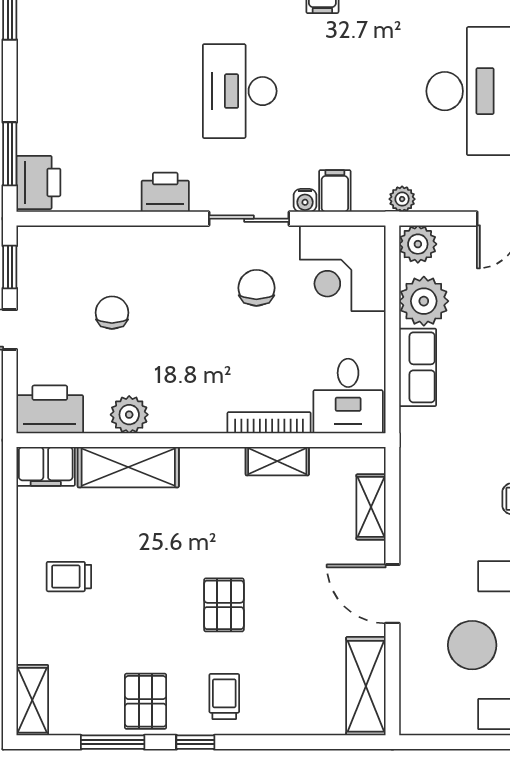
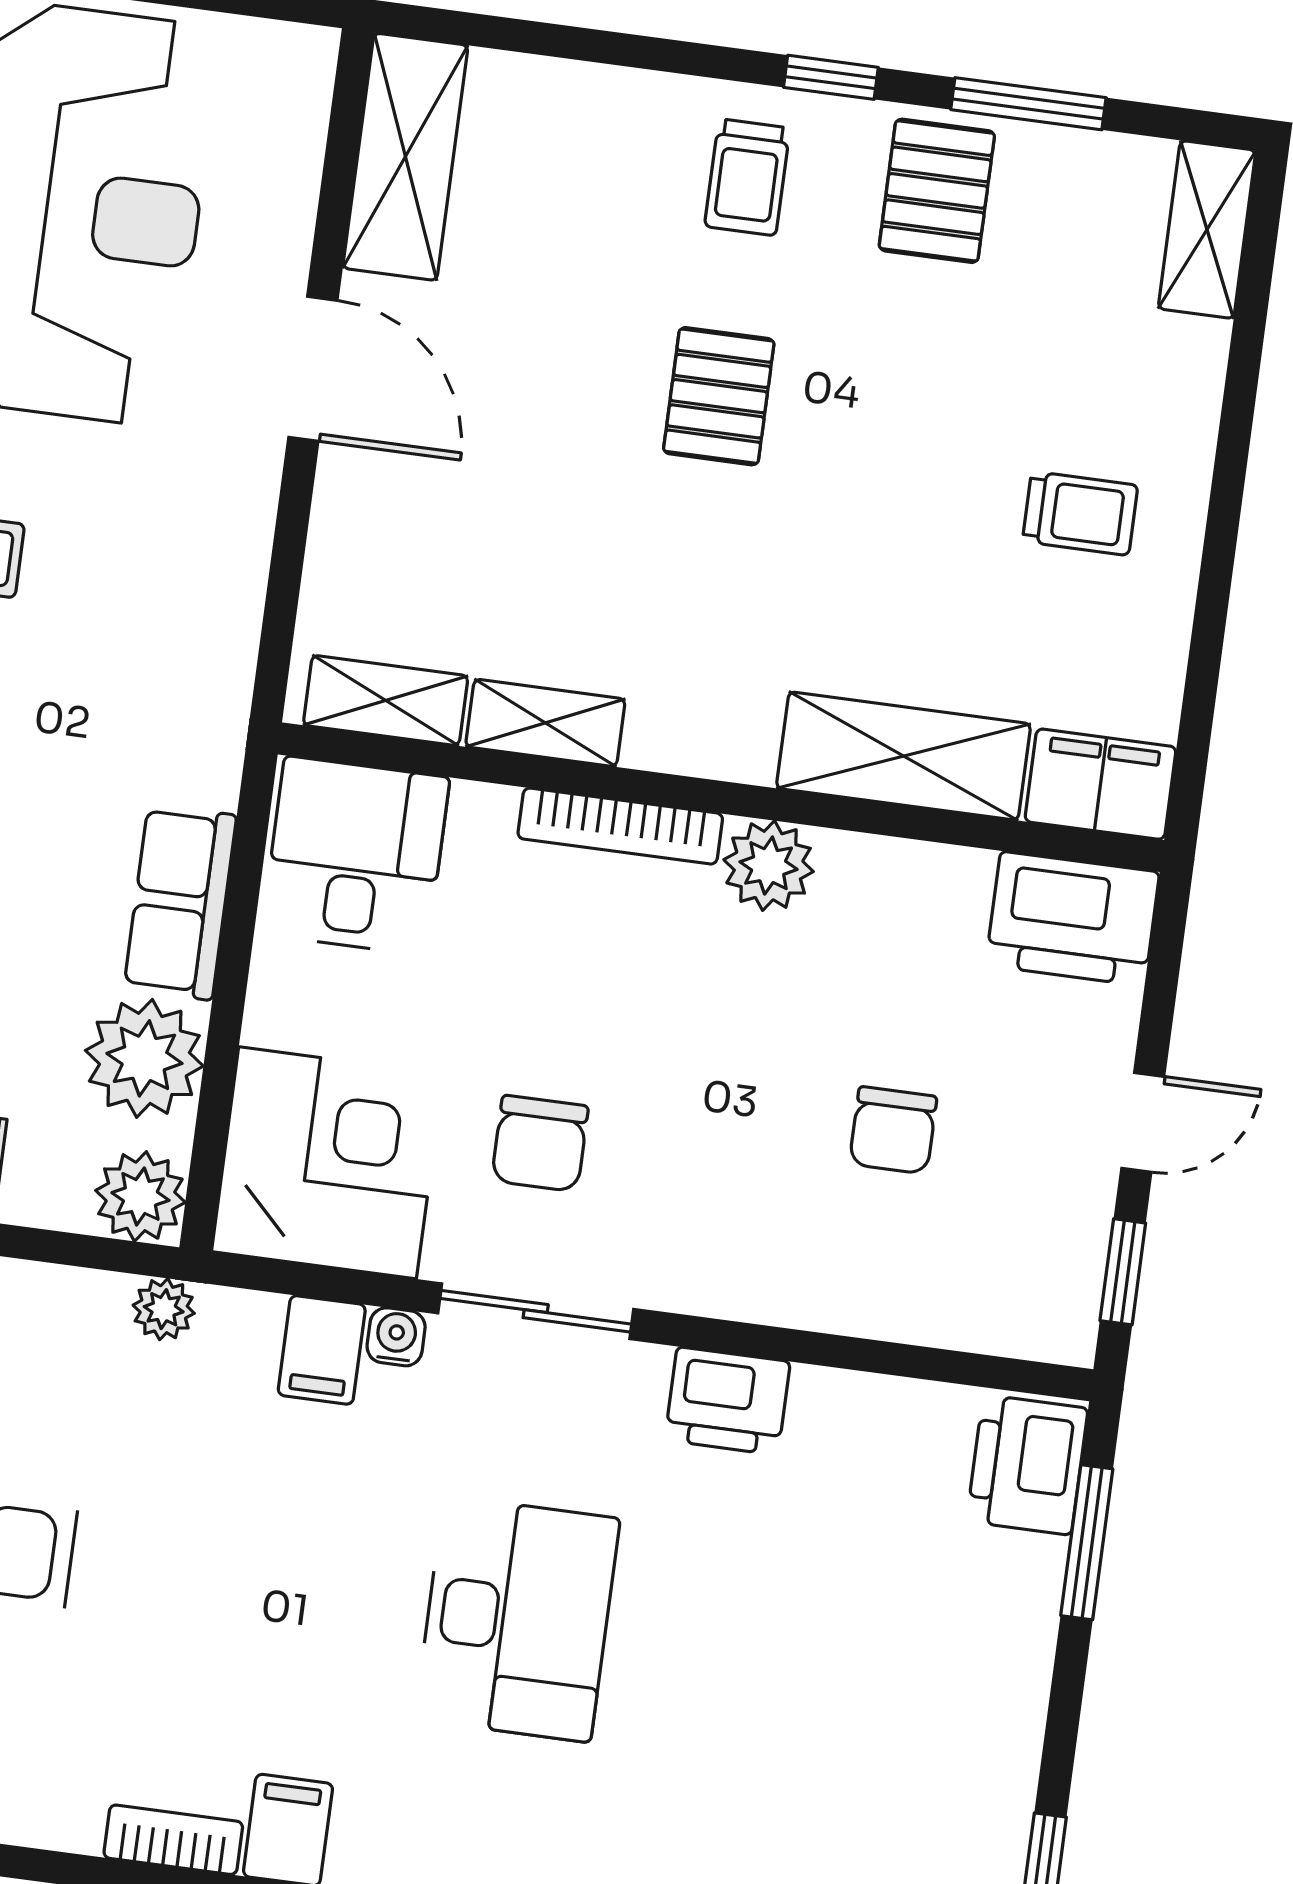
plant: (129, 415) -> (769, 866), moved
bookcase: (269, 423) -> (620, 826), moved
shelving: (371, 507) -> (386, 700), moved, turned 90

